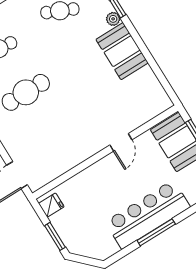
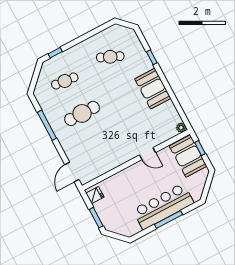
plant: (113, 19) -> (181, 128), moved
door: (121, 142) -> (148, 154), hinge flipped

